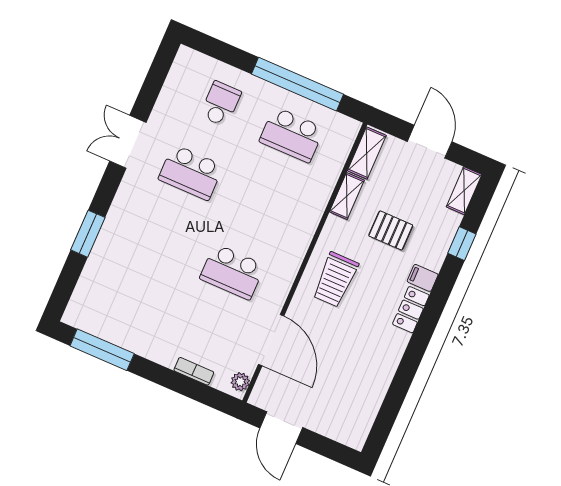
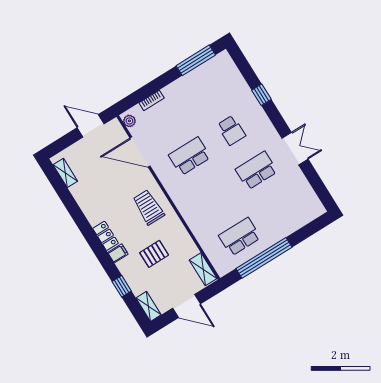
school desk: (221, 104) -> (231, 130), moved
shelving: (347, 196) -> (65, 173), moved
window: (88, 234) -> (261, 95), width x0.67

